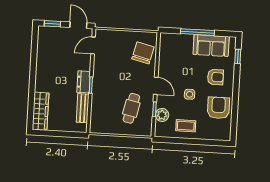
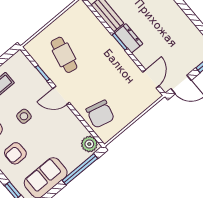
window: (197, 32) -> (80, 169), moved
plant: (162, 115) -> (89, 144), moved

